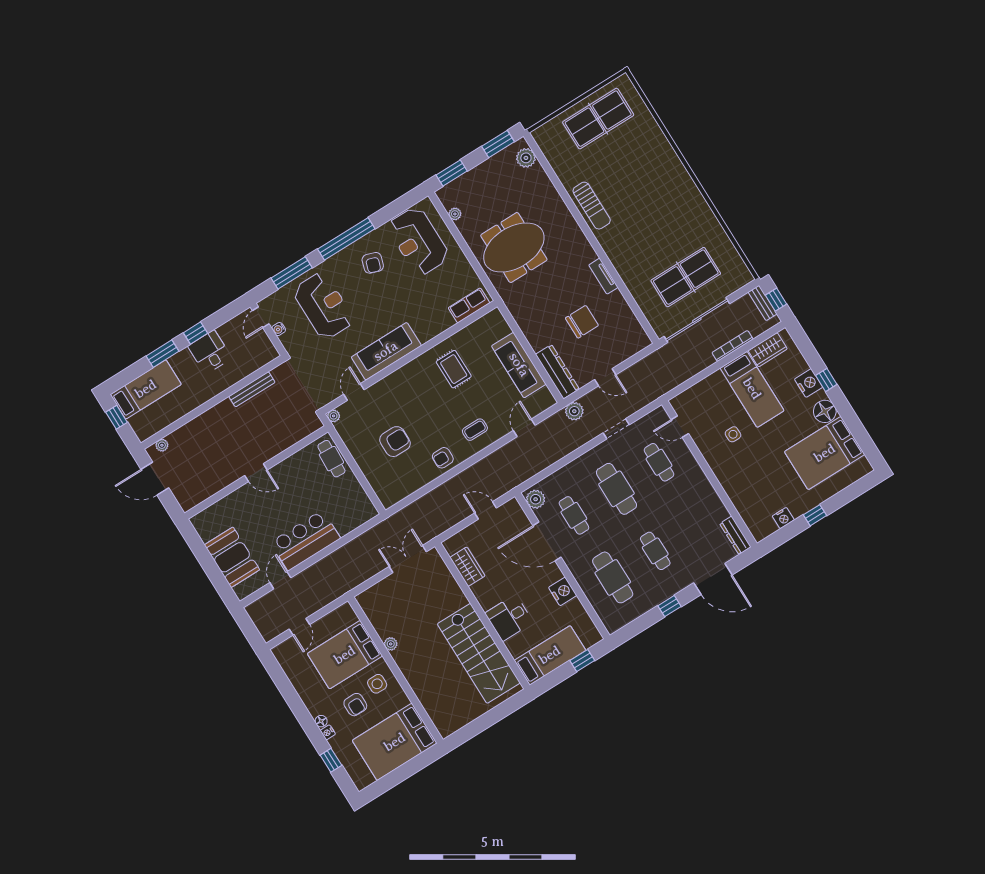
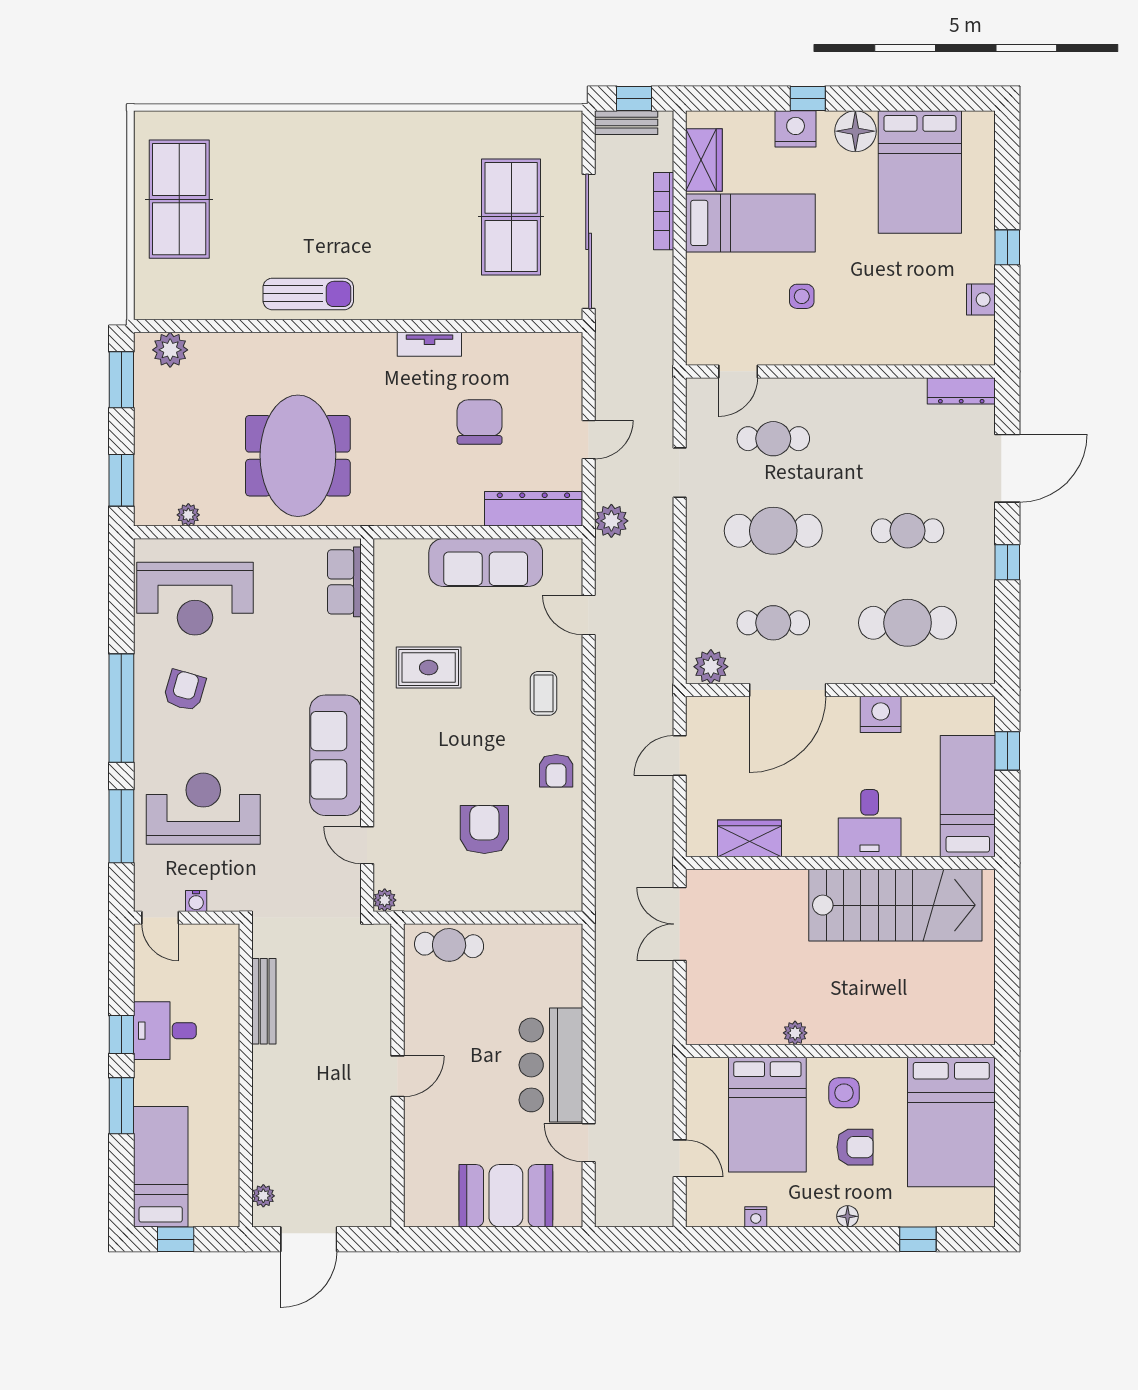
armchair: (373, 263) -> (185, 690), turned -92
nightstand: (328, 732) -> (756, 1217), moved

